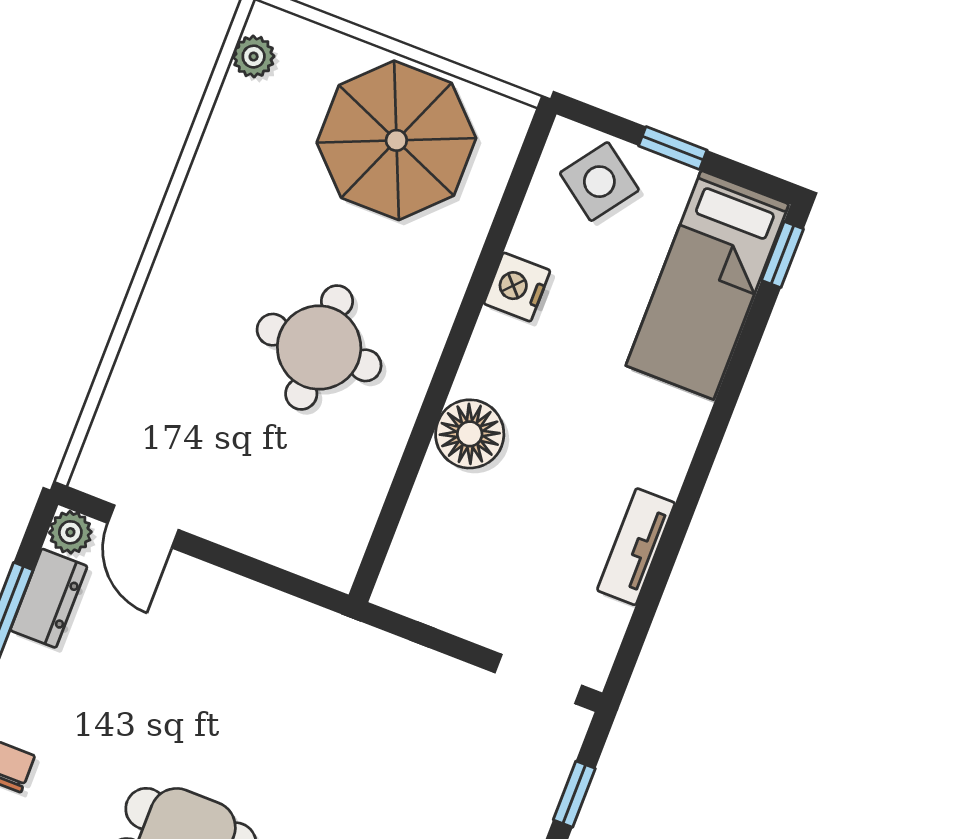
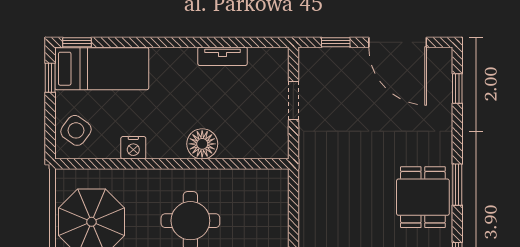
window: (673, 148) -> (50, 78), moved
doorway: (538, 679) -> (293, 100), moved

